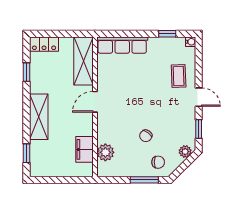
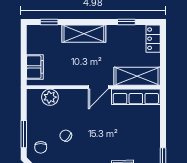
row of seats: (122, 45) -> (136, 97), moved, turned -90
door: (95, 102) -> (98, 87), swing flipped
filing cabinet: (84, 149) -> (35, 67), moved, turned 90

